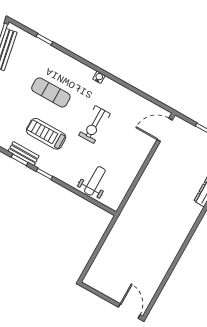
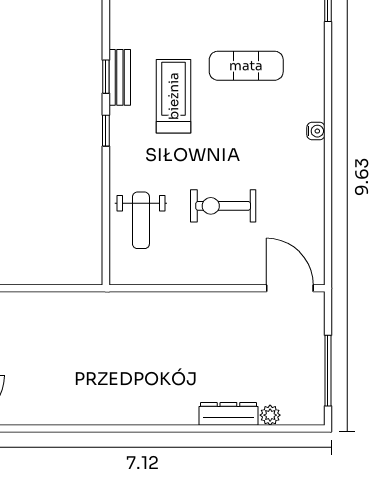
exercise mat: (51, 92) -> (246, 66), turned 90
exercise bike: (95, 125) -> (223, 206), moved
weight bench: (95, 181) -> (141, 220), turned 90

